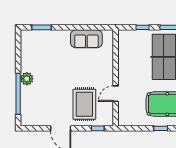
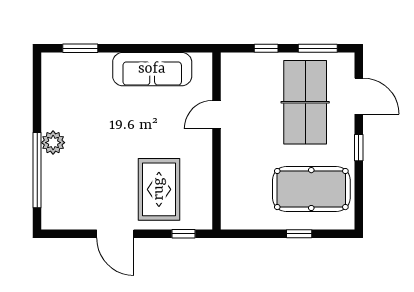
sofa: (86, 39) -> (152, 69), width x1.36
door: (116, 94) -> (216, 114), moved

